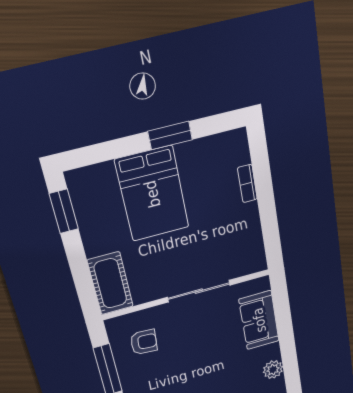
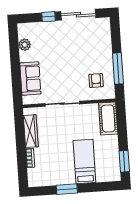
bed: (152, 194) -> (84, 161), width x0.67
wardrobe: (251, 233) -> (31, 131), added
armchair: (144, 342) -> (96, 80), turned 86

